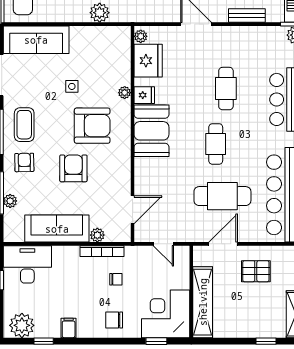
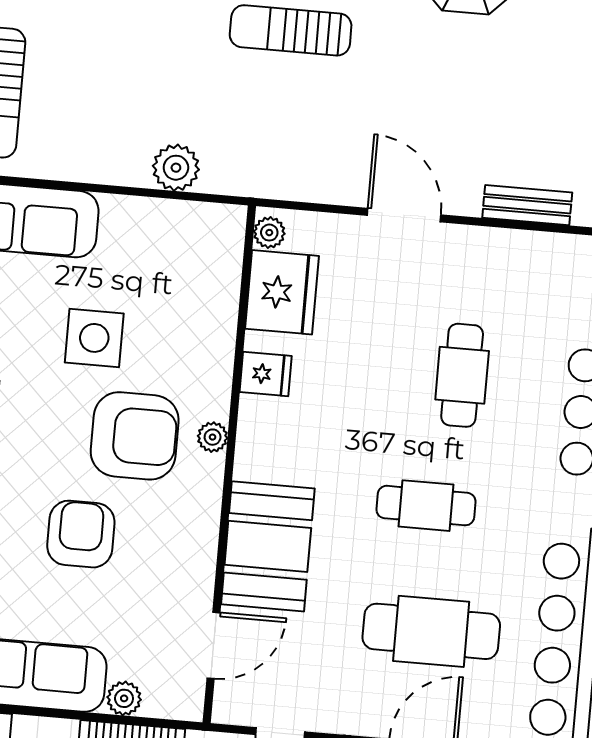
side table: (72, 86) -> (94, 338), width x1.87, depth x1.87
plant: (125, 93) -> (213, 437), moved
booth: (151, 131) -> (268, 546), moved
cafe table: (216, 144) -> (426, 506), turned 90

